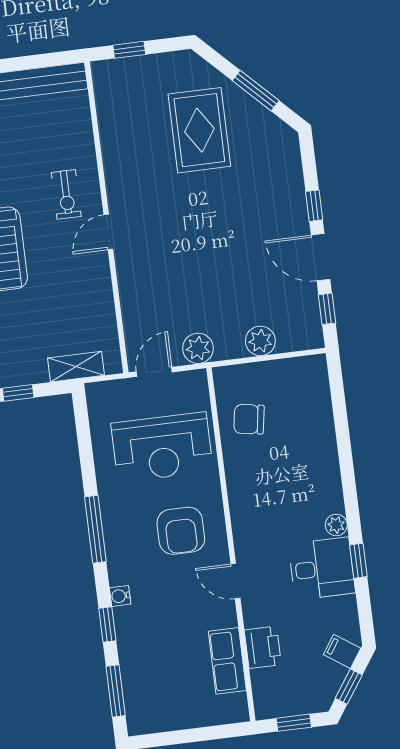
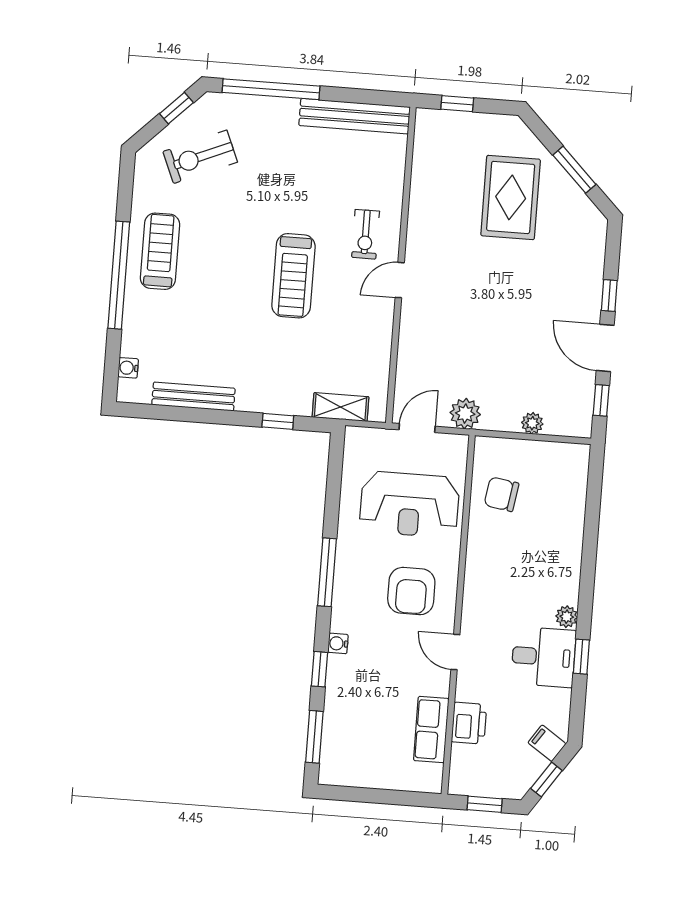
plant: (260, 341) -> (532, 423), width x0.73, depth x0.73

